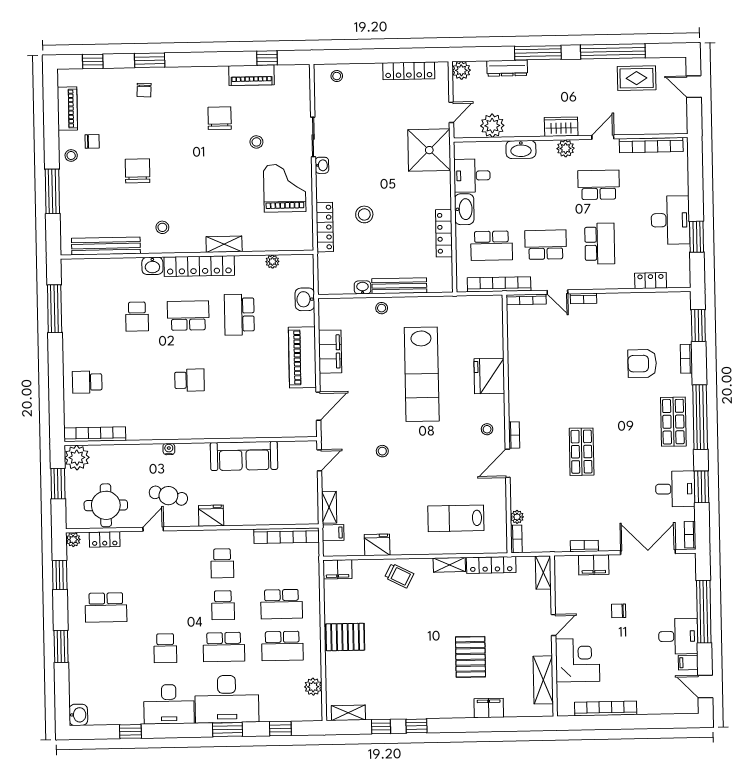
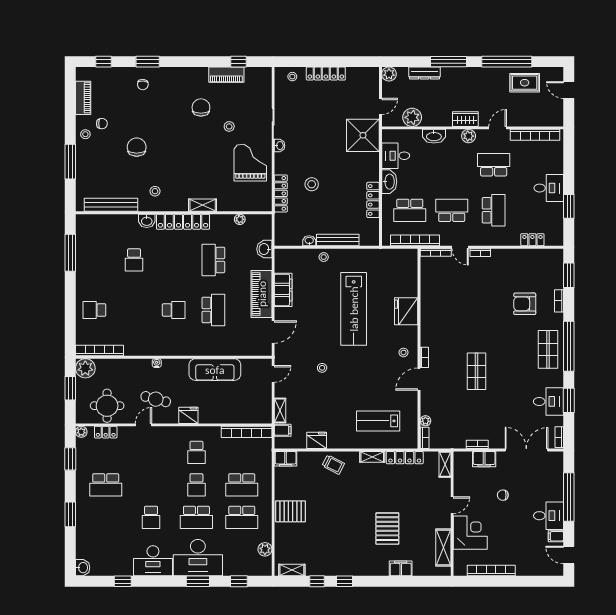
locker: (409, 71) -> (326, 74), moved
desk: (670, 220) -> (549, 188), width x0.73
school desk: (188, 316) -> (213, 310), moved, turned 90

